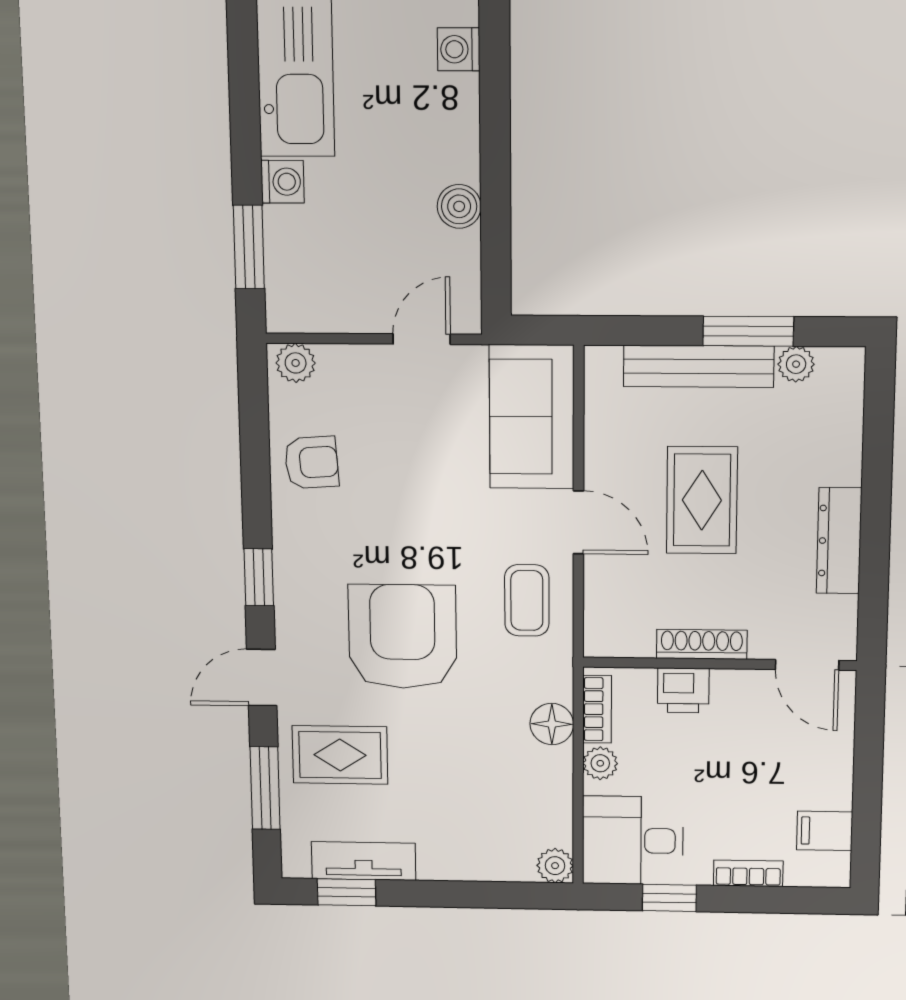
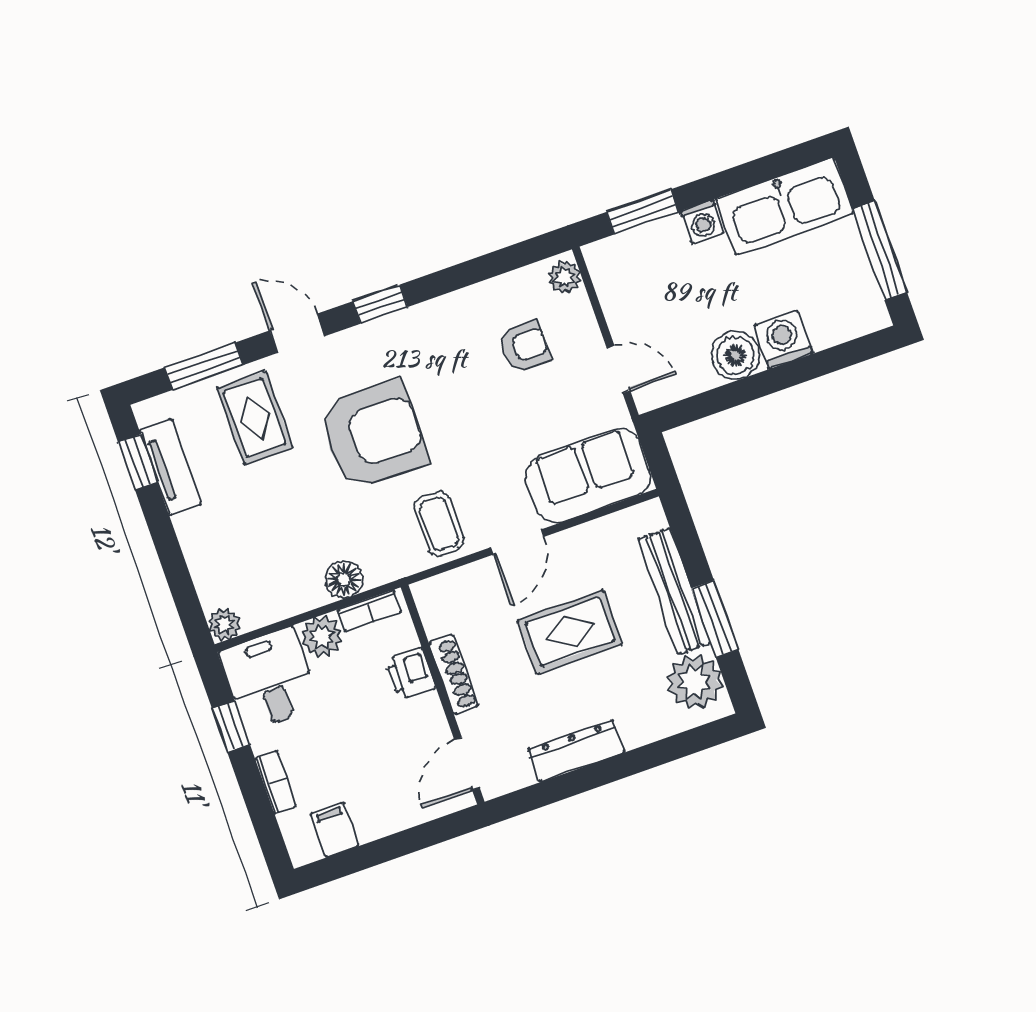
washing machine: (459, 49) -> (783, 339), moved, width x1.38, depth x1.38
boiler: (459, 206) -> (735, 355), width x1.36, depth x1.36
plant: (796, 364) -> (695, 682), width x1.87, depth x1.87
armchair: (311, 462) -> (524, 346), moved, turned -86
coffee table: (527, 600) -> (439, 524), turned 90
plant: (600, 763) -> (322, 637), width x1.38, depth x1.38

